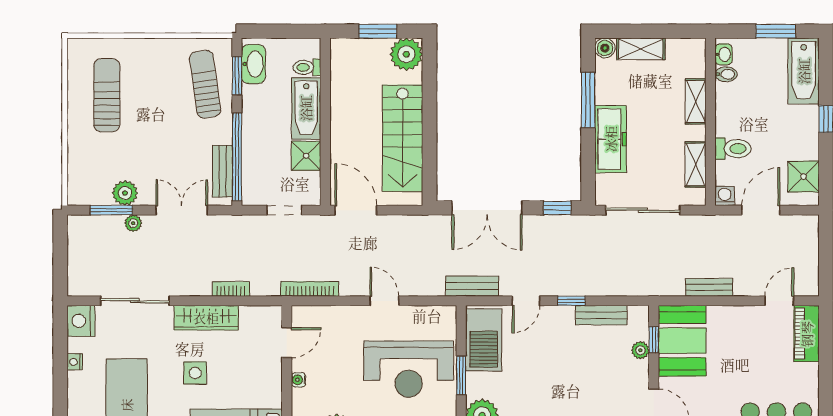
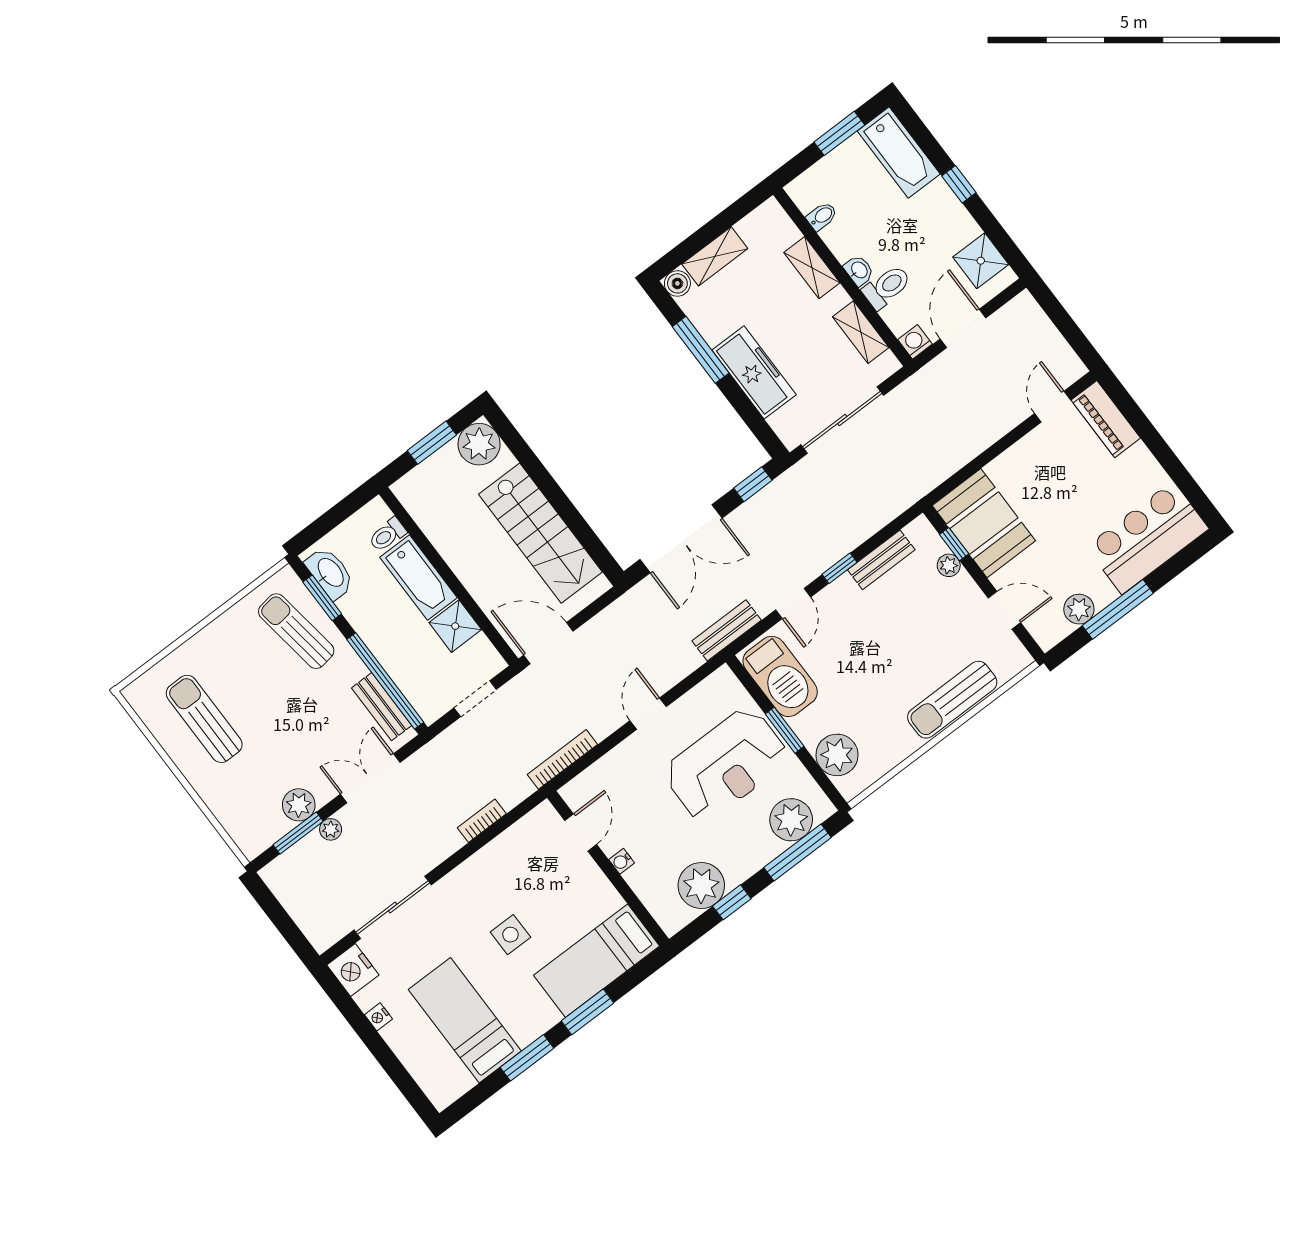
washbasin: (724, 54) -> (859, 270), moved
bench: (709, 287) -> (970, 447), removed
door: (384, 301) -> (648, 714), hinge flipped
wardrobe: (206, 318) -> (479, 869), removed

